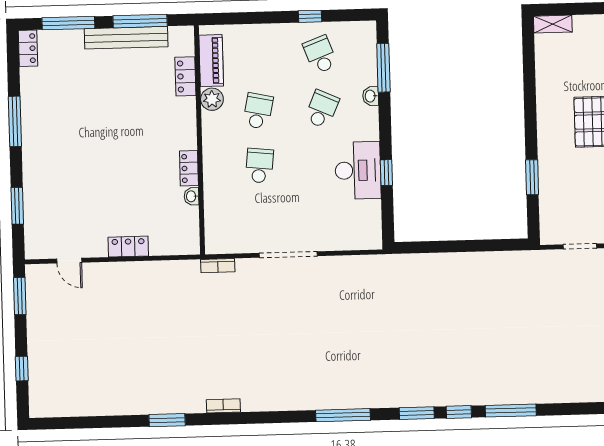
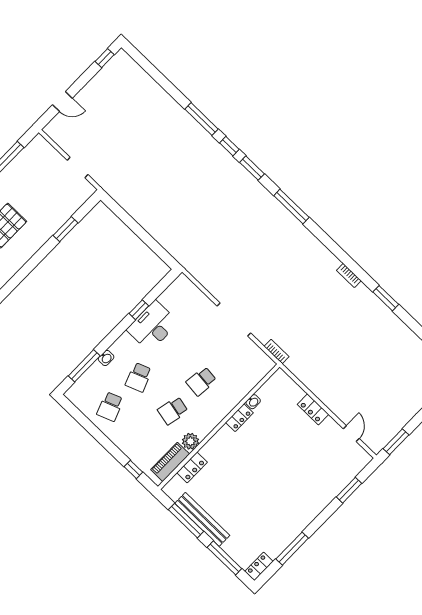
window: (310, 16) -> (133, 469), moved
school desk: (322, 109) -> (139, 377), turned -45
window: (15, 121) -> (292, 549), moved

